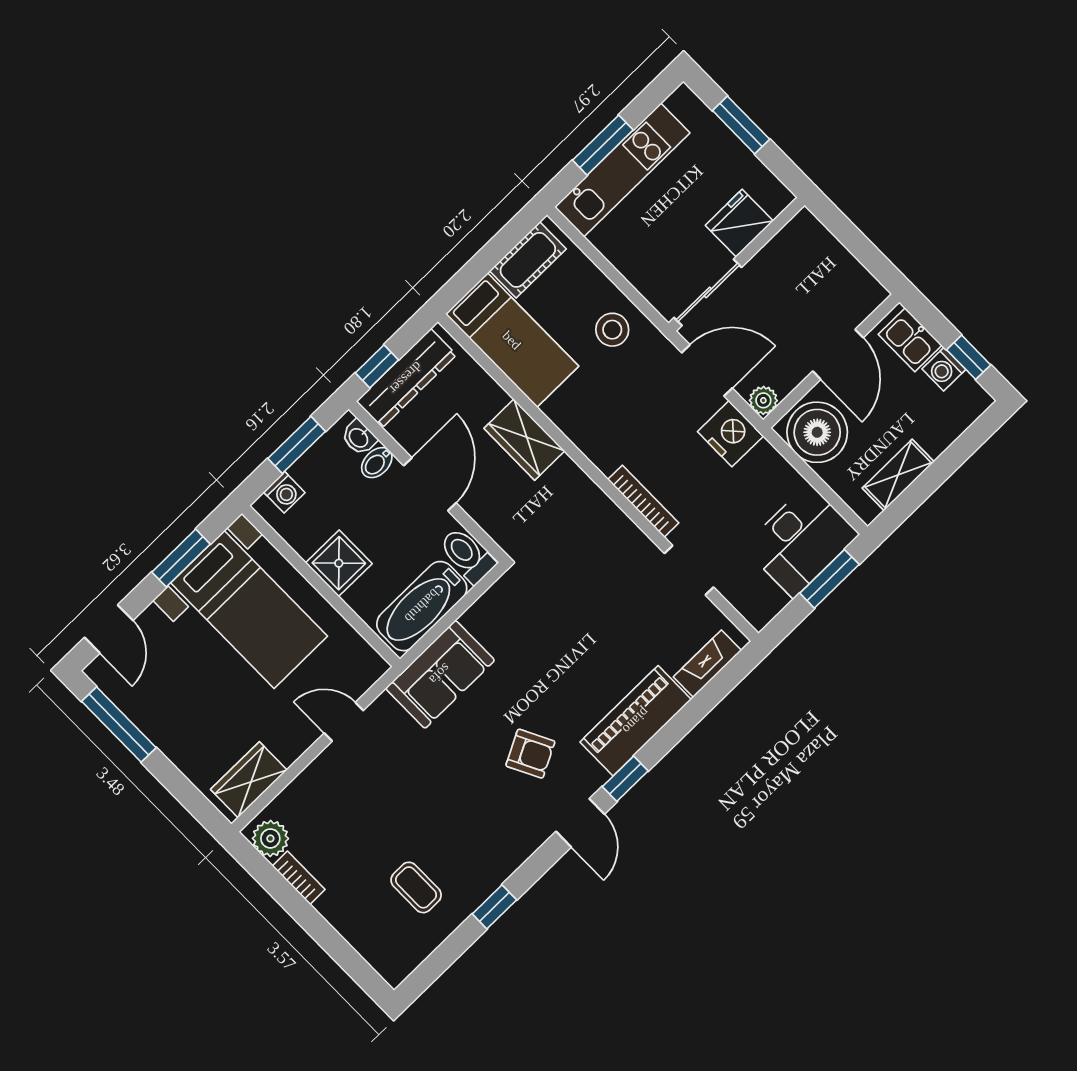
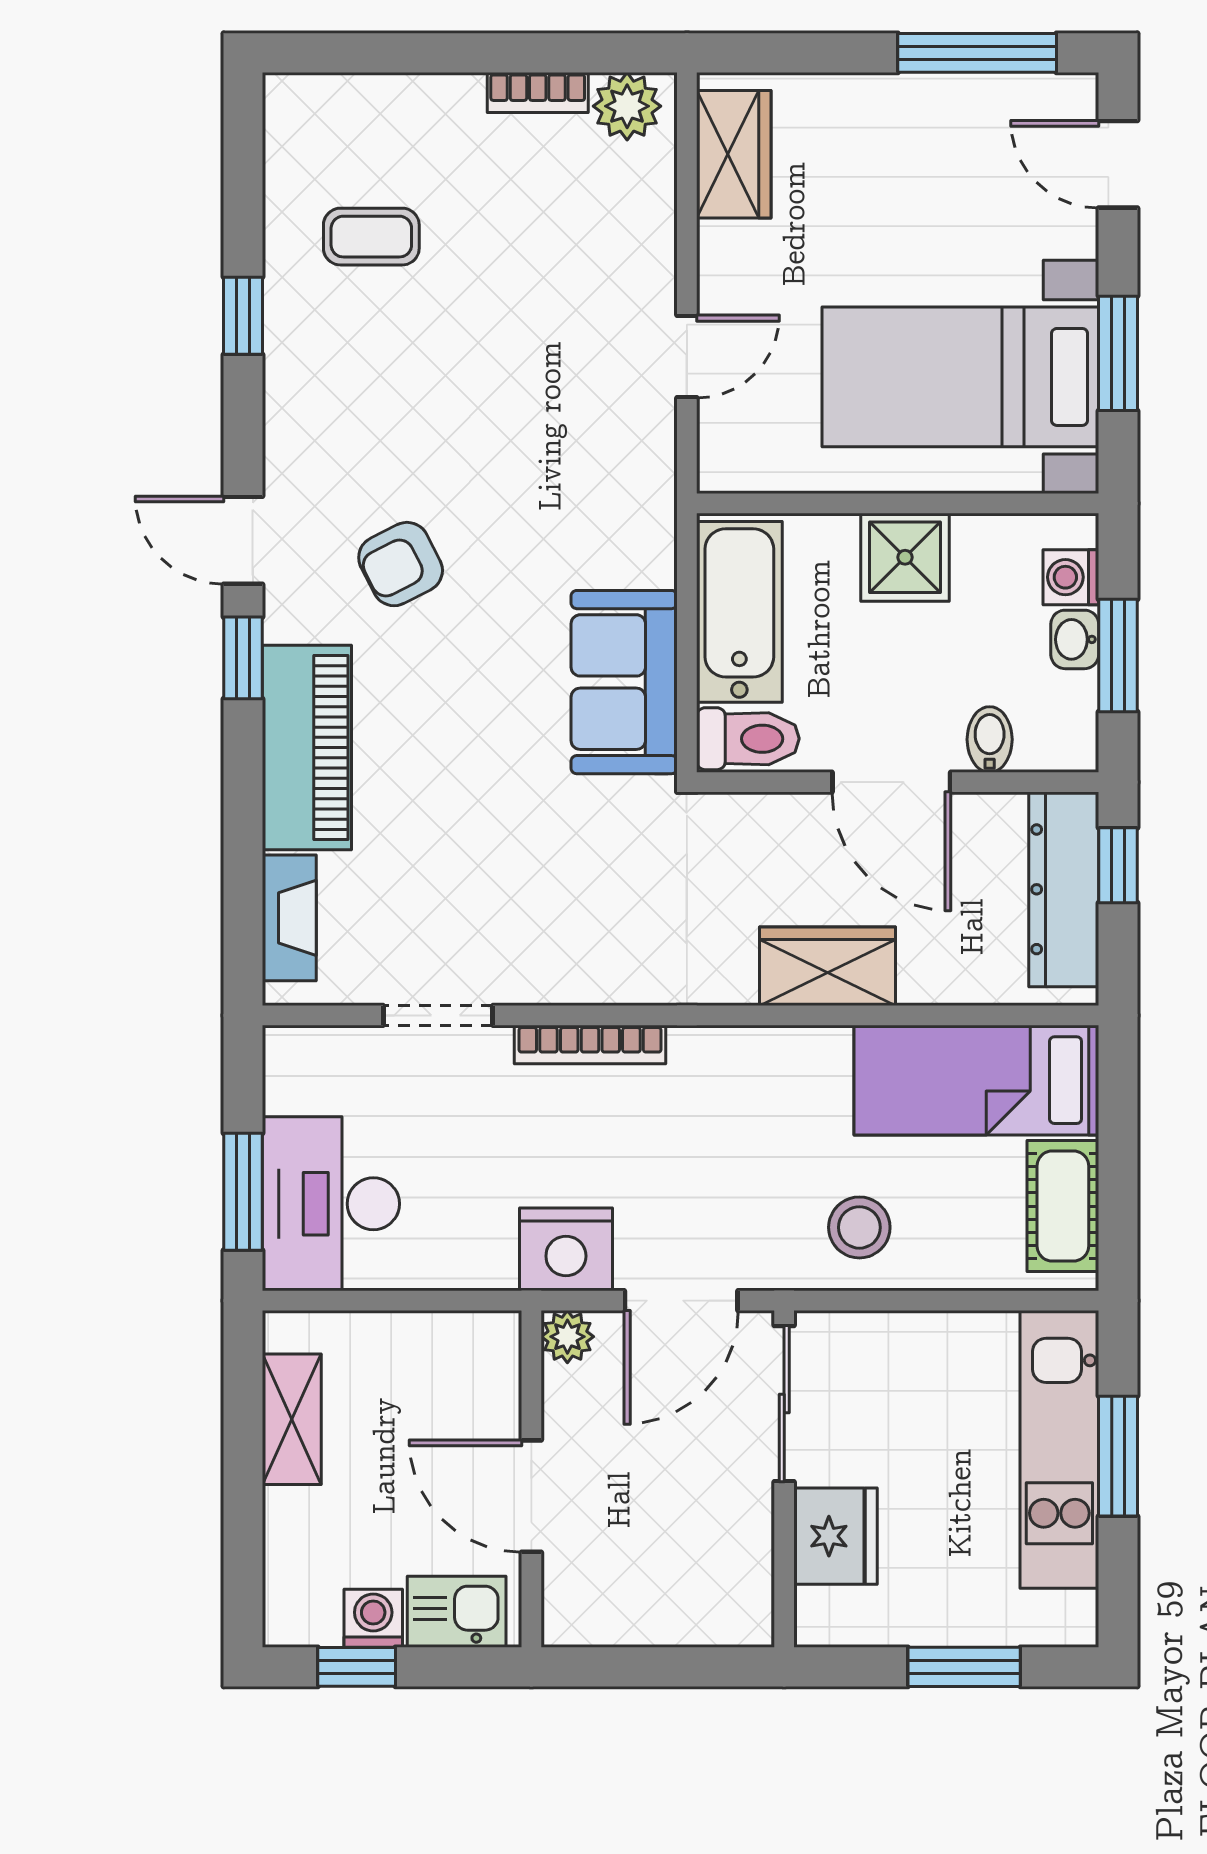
boiler: (817, 432) -> (455, 1367), removed
washbasin: (359, 437) -> (1075, 639), moved, turned -90
sofa: (440, 674) -> (624, 682), moved

